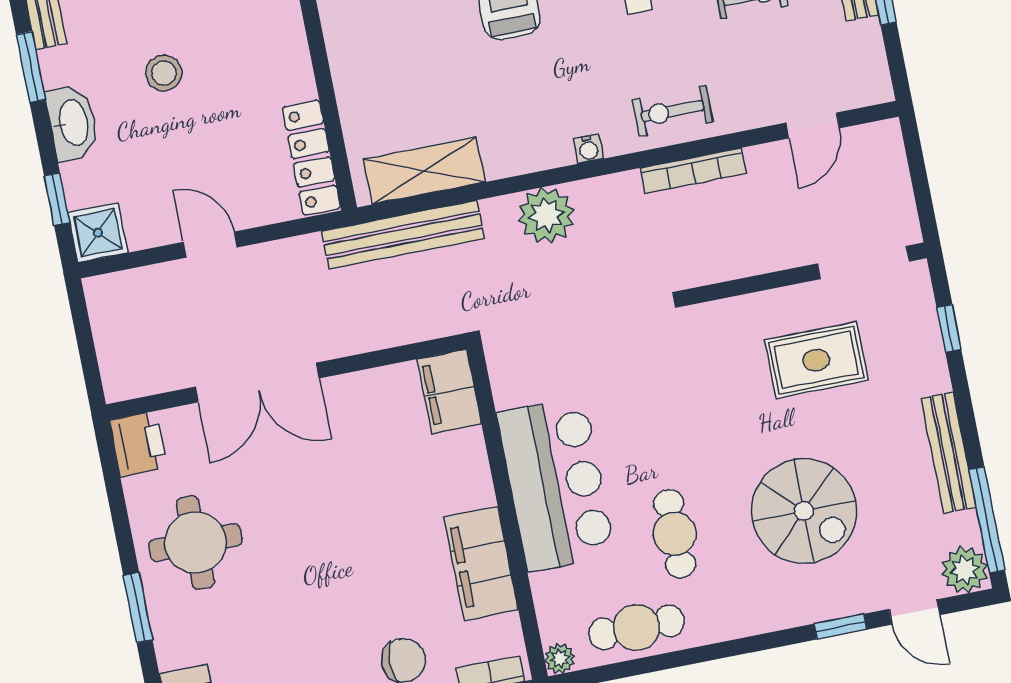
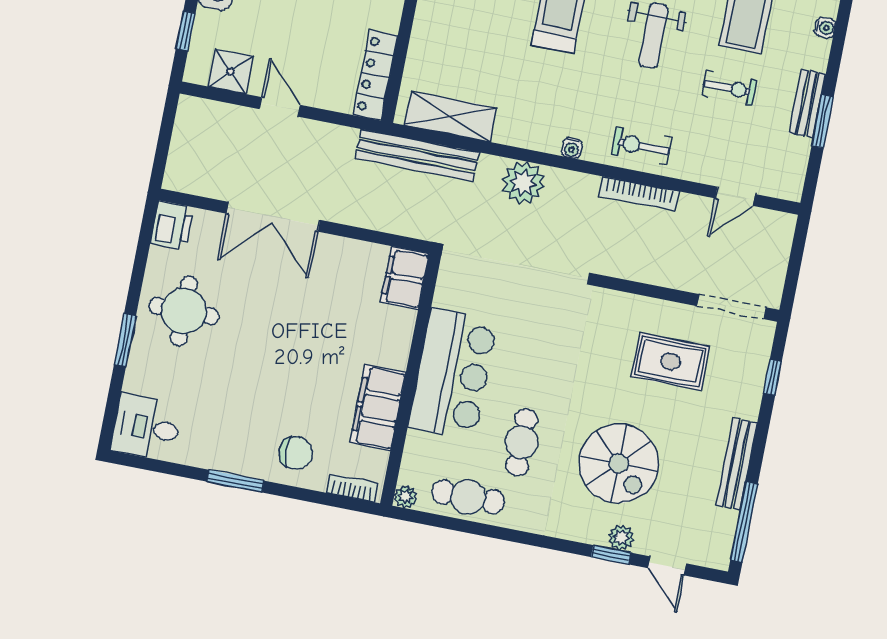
shower: (98, 233) -> (231, 71), moved
plant: (965, 570) -> (621, 538), moved, width x0.73, depth x0.73

